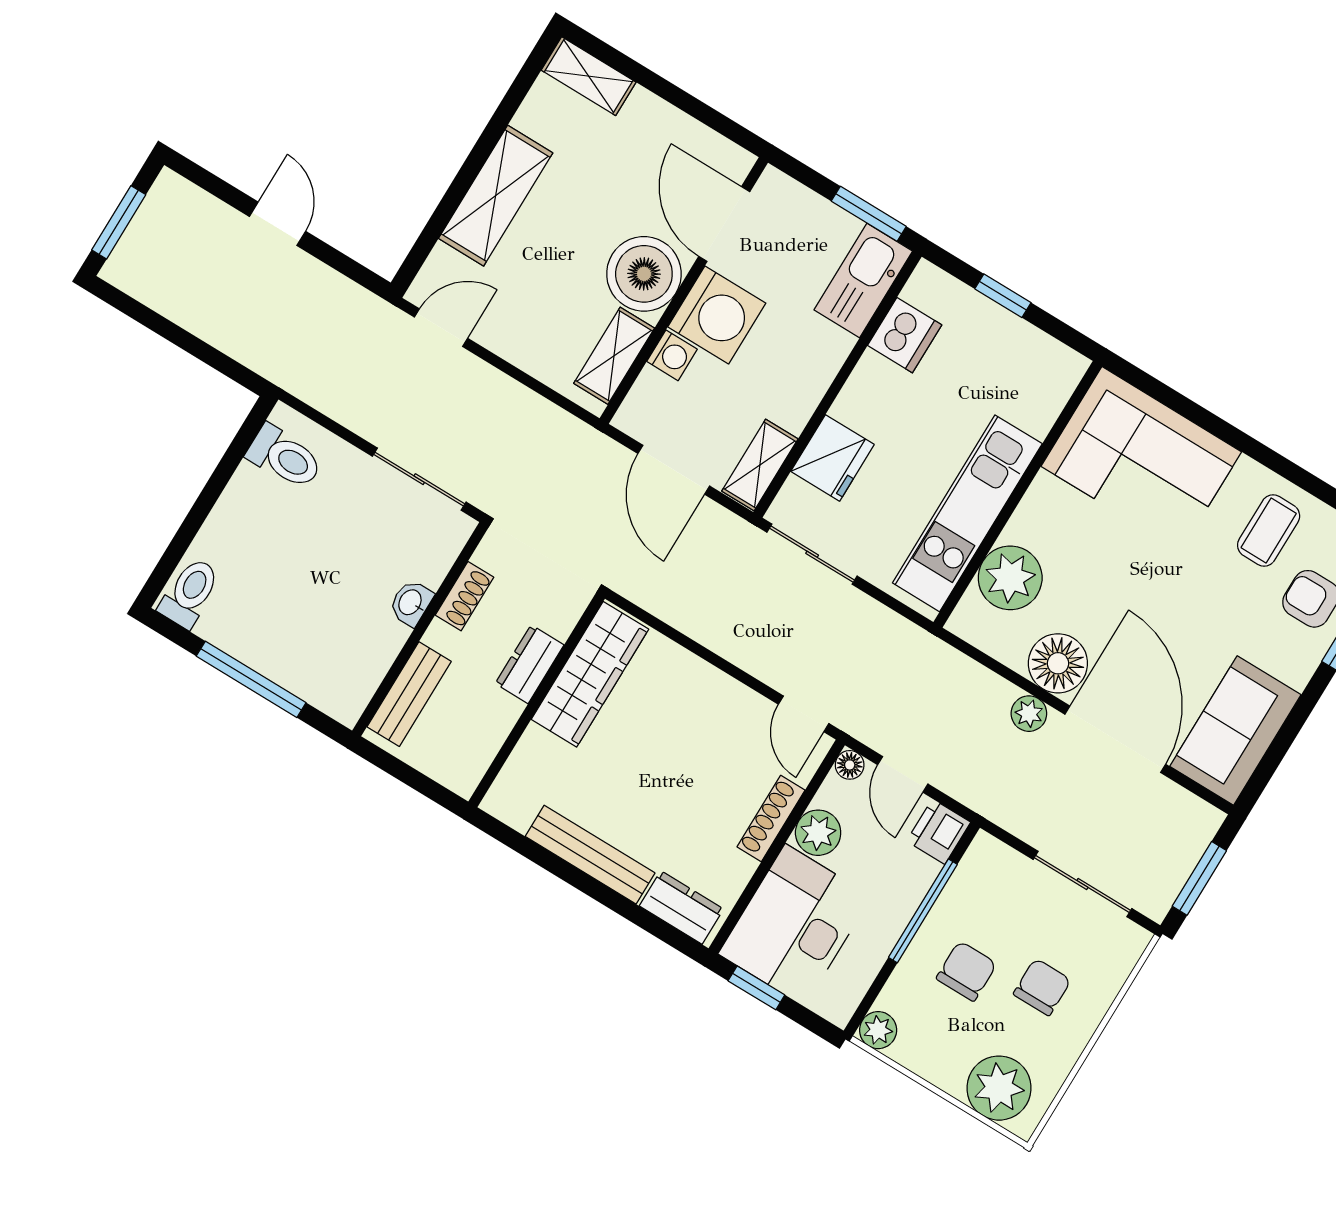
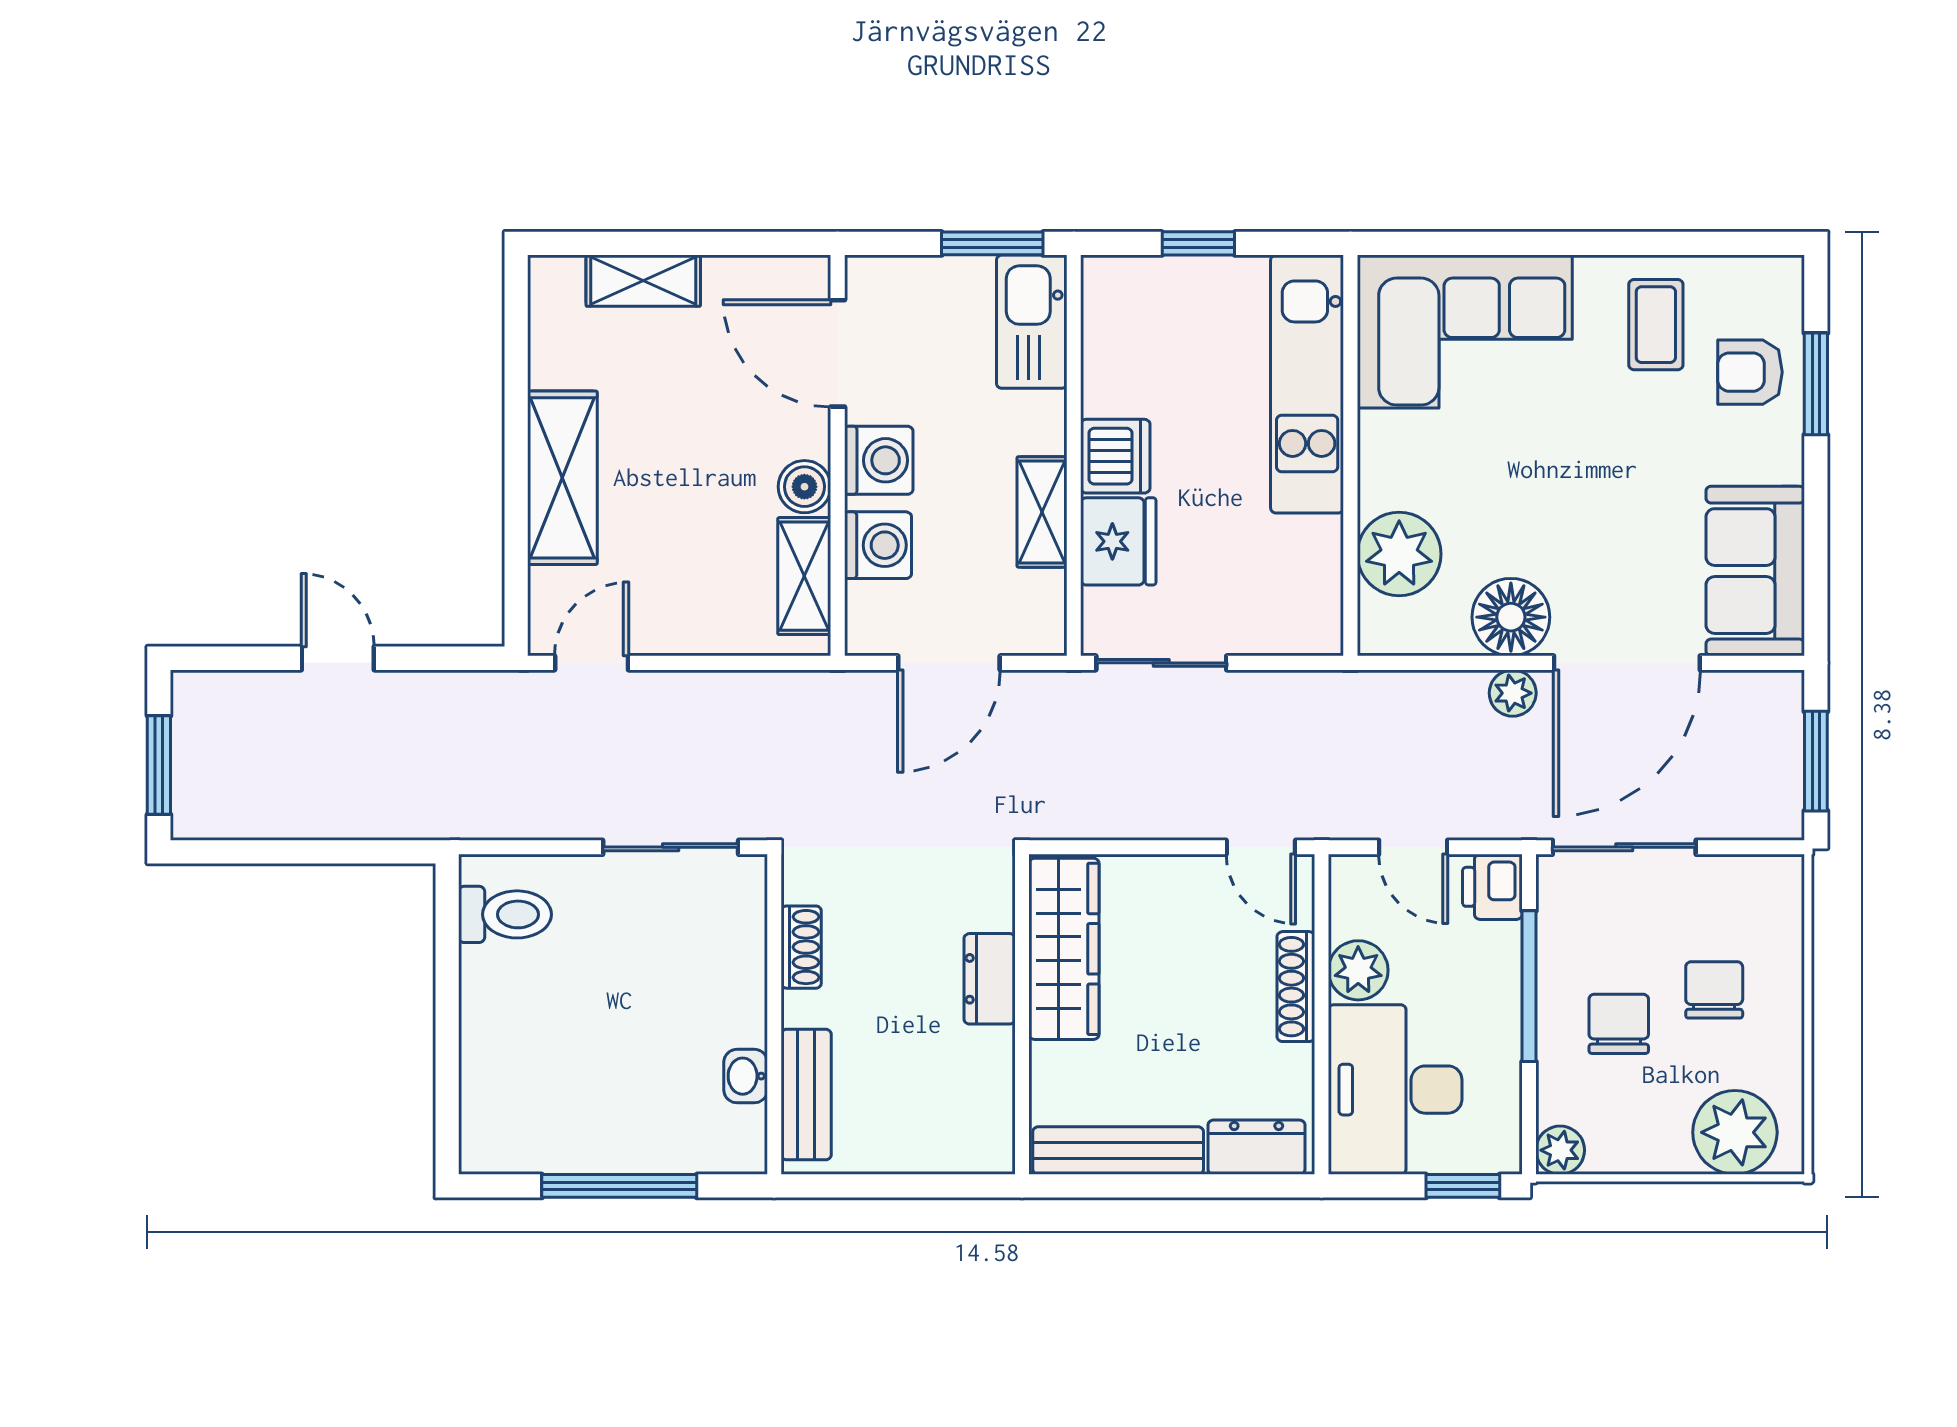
shelving: (589, 76) -> (643, 281), moved
boiler: (644, 274) -> (804, 487), width x0.54, depth x0.54
washing machine: (717, 315) -> (879, 460), width x0.73, depth x0.73
dishwasher: (905, 335) -> (1115, 456), moved
washing machine: (672, 355) -> (878, 545), width x1.38, depth x1.38
shelving: (760, 465) -> (1042, 512), moved
door: (674, 470) -> (949, 663), hinge flipped
kitchen unit: (967, 513) -> (1307, 384), moved
toilet: (190, 593) -> (491, 1131), removed
washbasin: (411, 603) -> (746, 1076), moved
dresser: (530, 664) -> (990, 979), moved
wardrobe: (590, 674) -> (1064, 949), moved
wall: (537, 700) -> (1022, 1014), moved
door: (1115, 739) -> (1627, 663), swing flipped
floor lamp: (850, 765) -> (1347, 873), removed
sliding door: (1082, 884) -> (1624, 847), moved
window: (756, 988) -> (1463, 1186), moved

